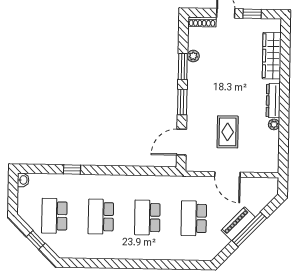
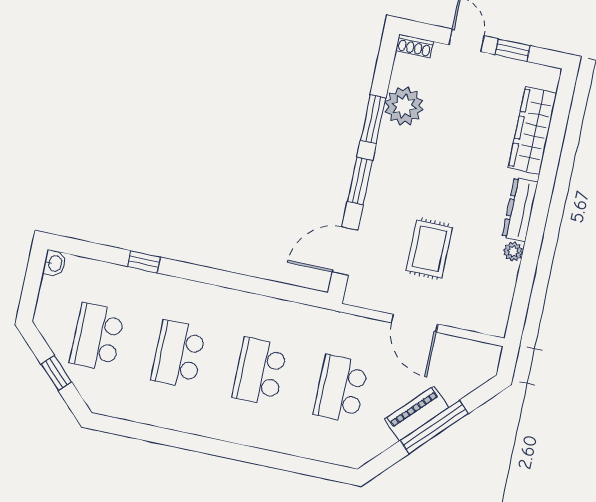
shoe rack: (202, 22) -> (415, 46), width x0.70
plant: (193, 56) -> (404, 106), width x1.88, depth x1.88

